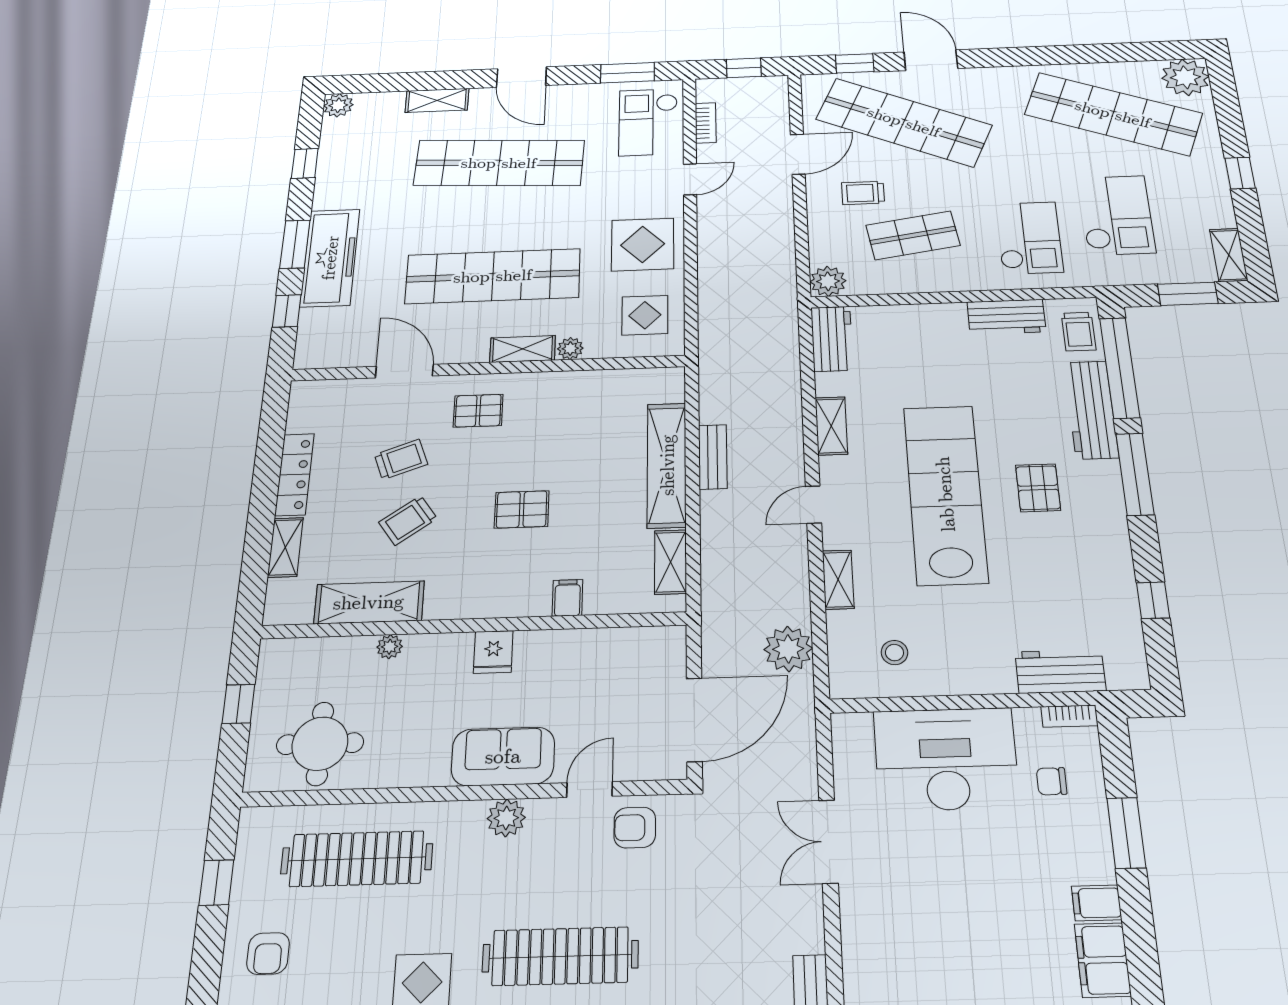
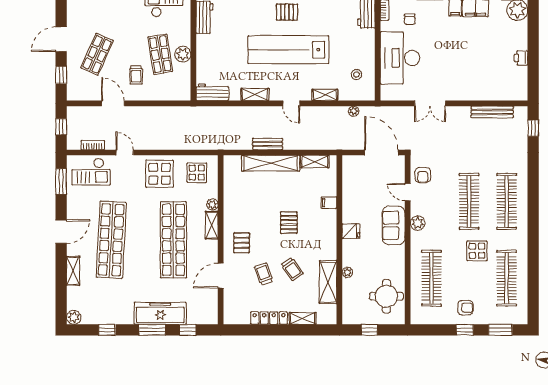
shop shelf: (904, 122) -> (97, 54), width x0.50, depth x0.74
plant: (828, 281) -> (183, 54), moved
plant: (788, 649) -> (354, 111), width x0.53, depth x0.53
window: (216, 883) -> (465, 330), moved

